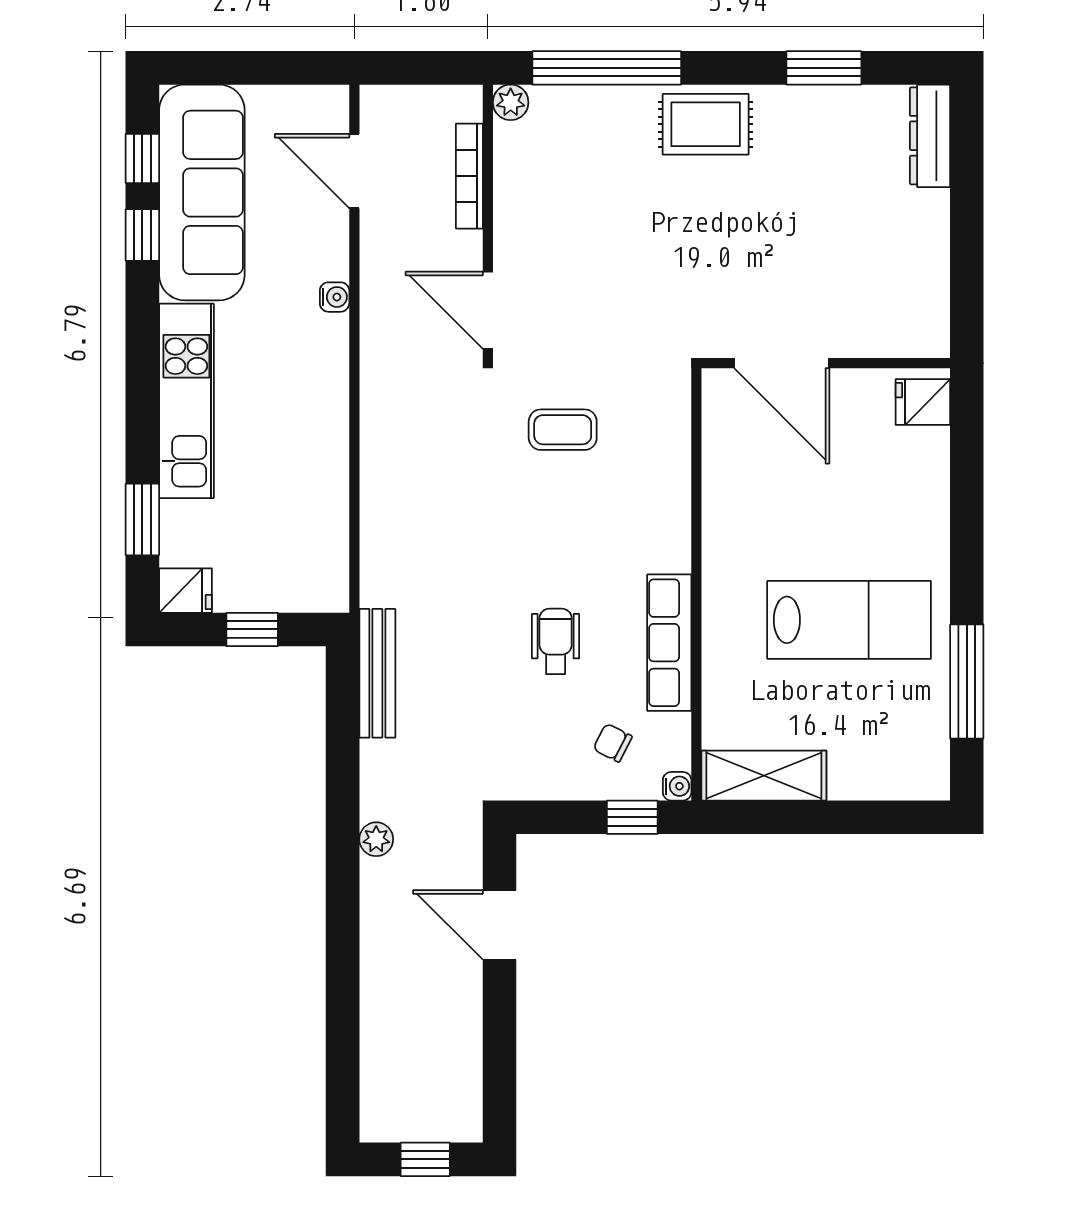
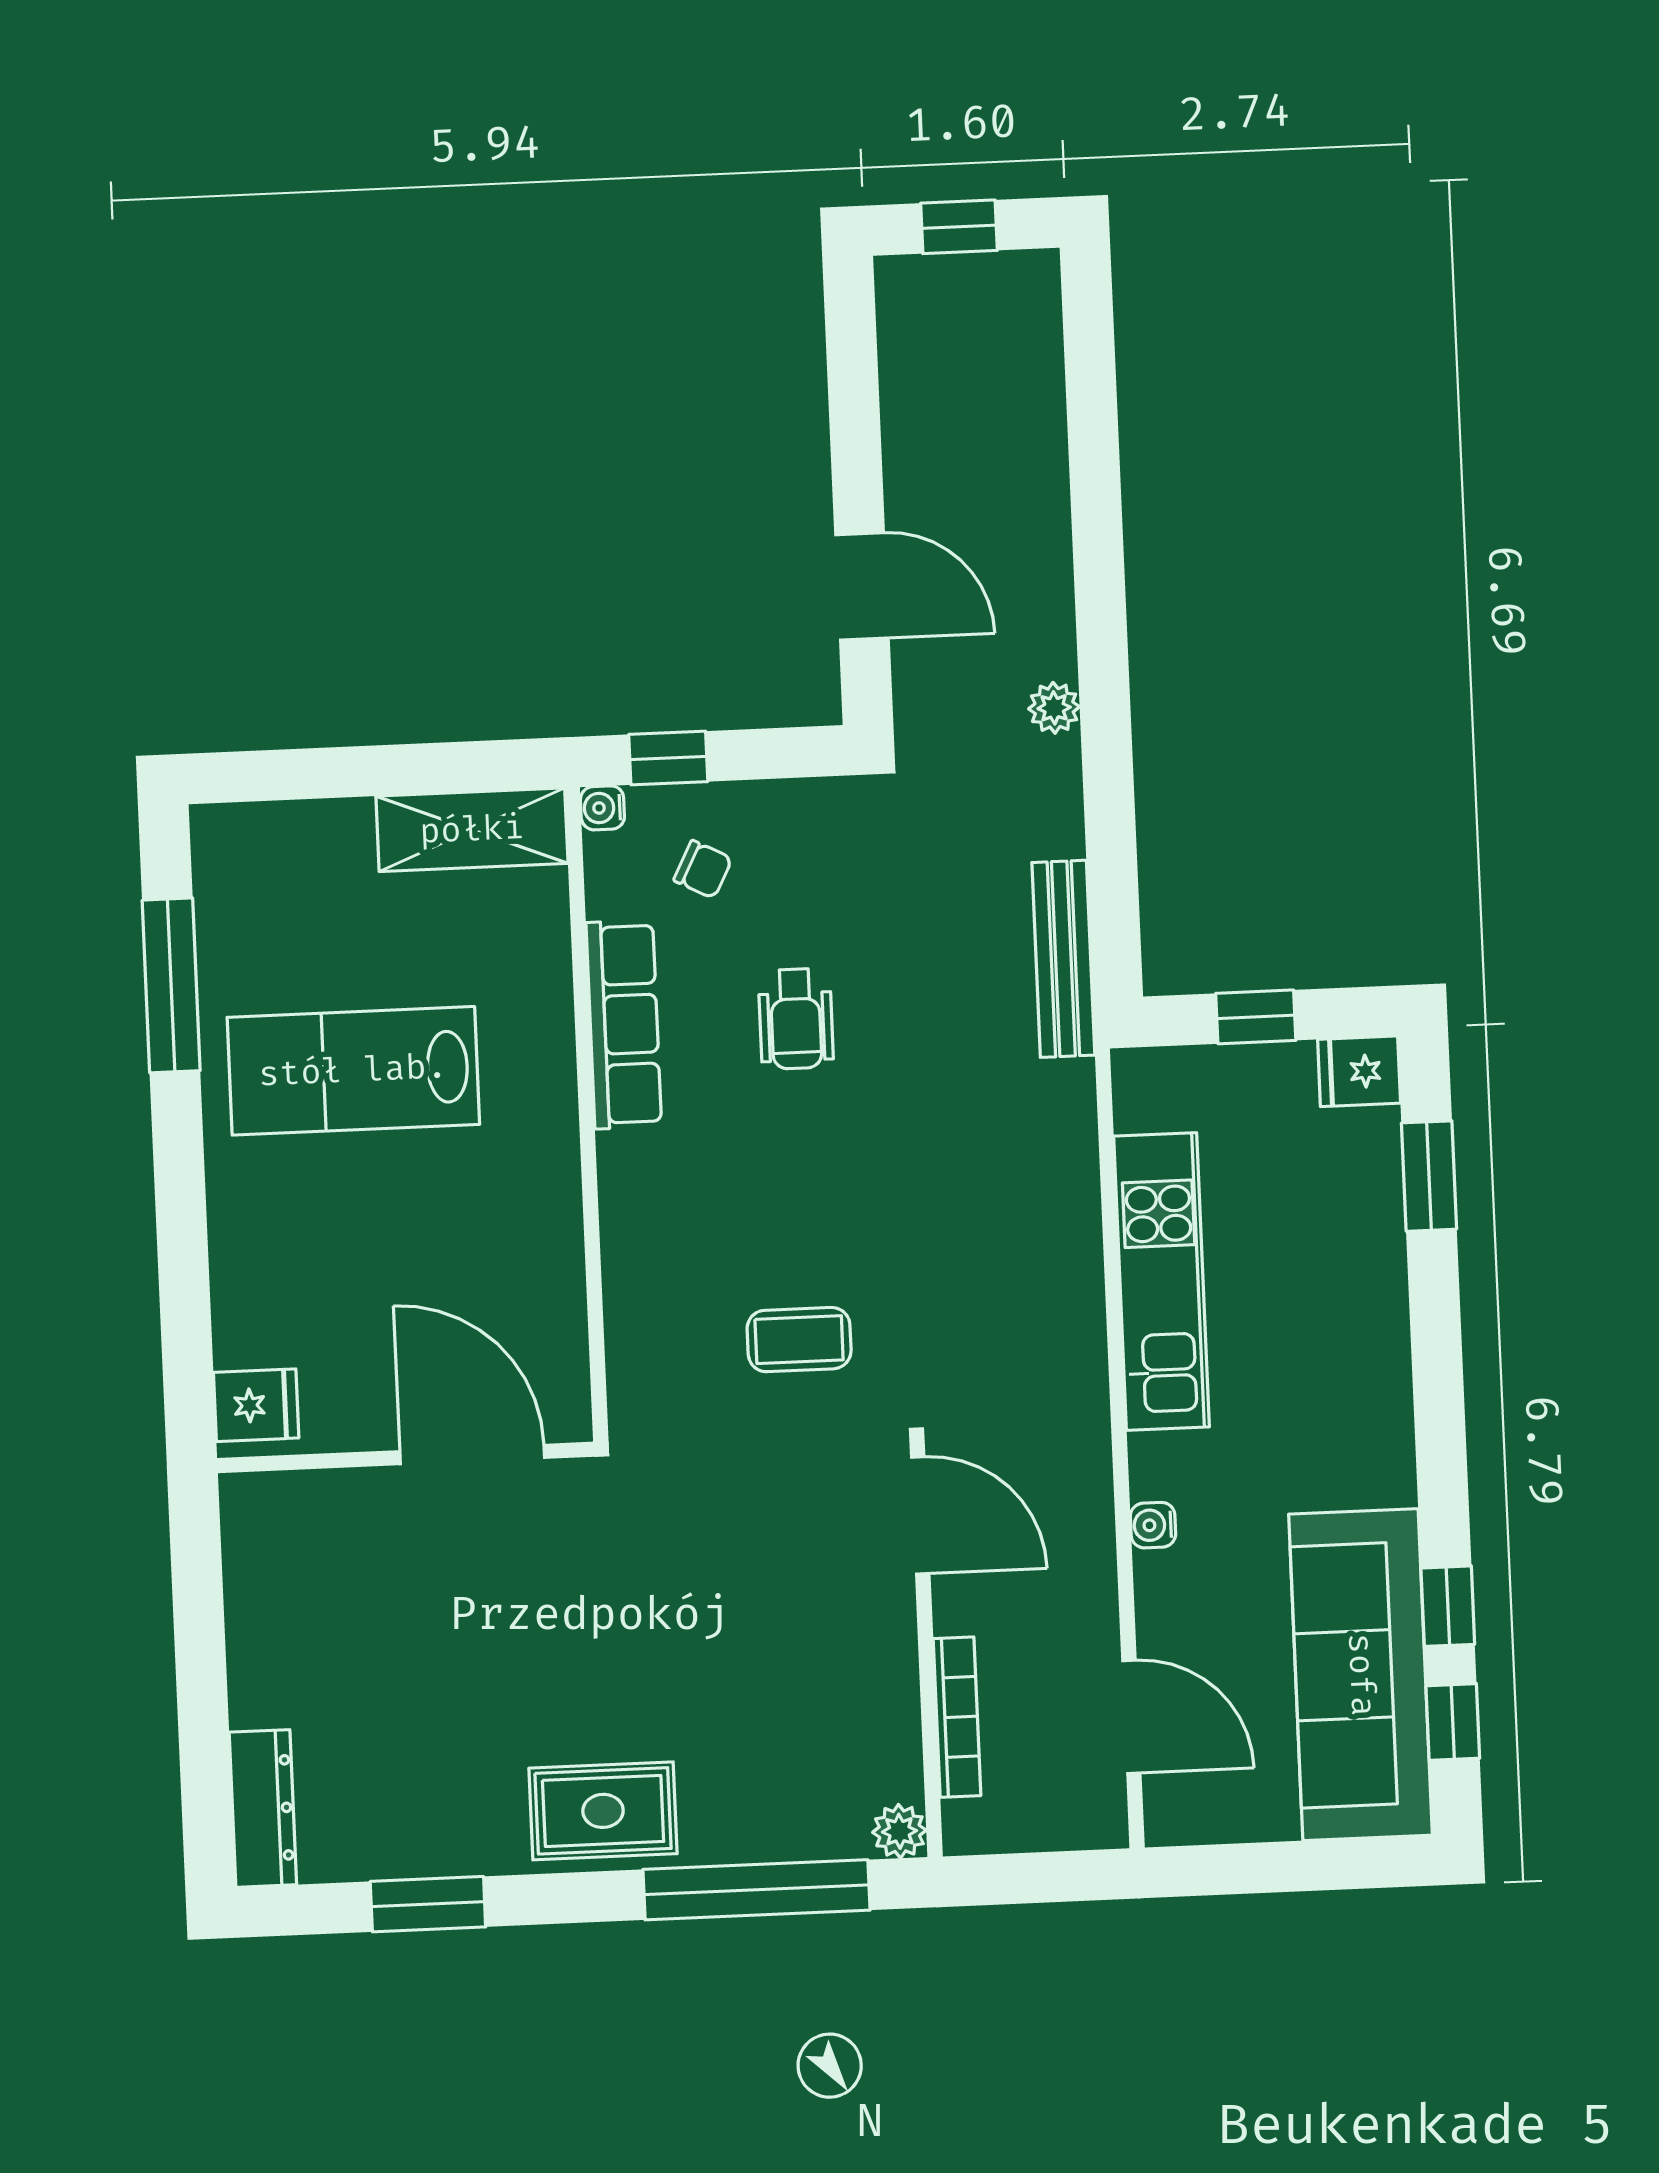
kitchen unit: (186, 401) -> (1162, 1281), moved, turned 180

